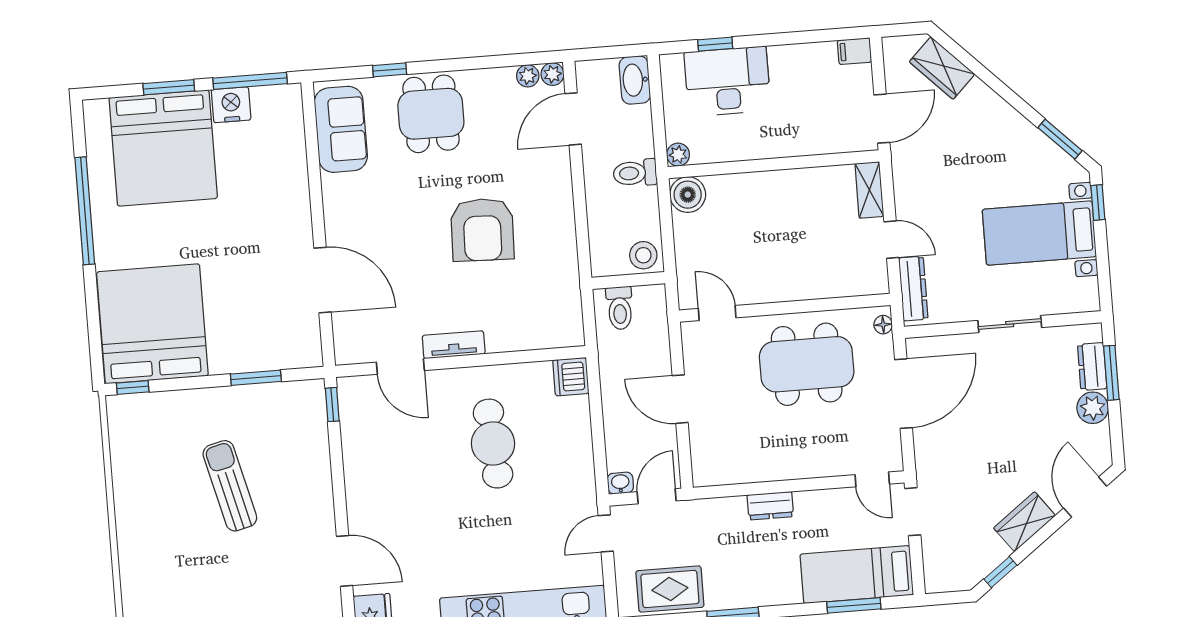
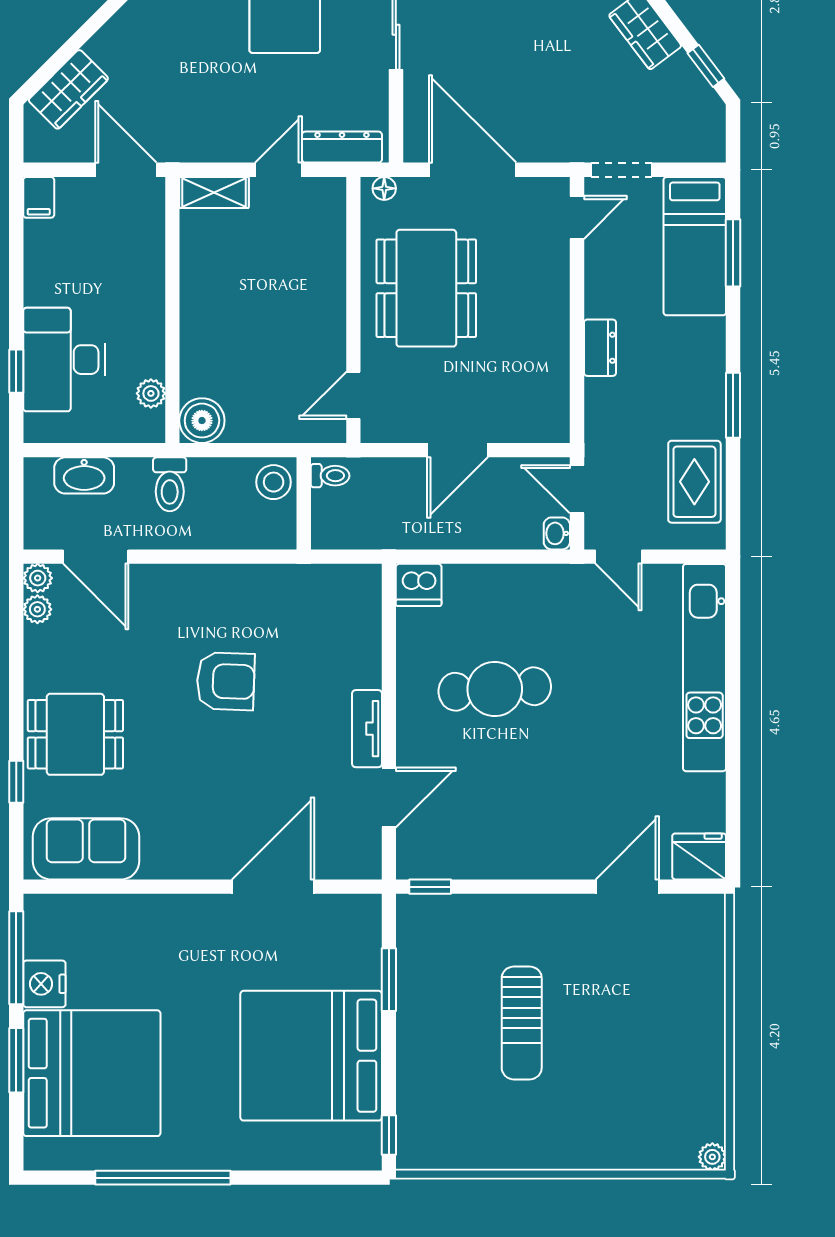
washbasin: (635, 80) -> (84, 475), moved
plant: (678, 155) -> (151, 393), moved
armchair: (482, 230) -> (226, 681), width x0.73, depth x0.73
toilet: (620, 308) -> (330, 476), moved, width x0.73, depth x0.72
bed: (152, 324) -> (311, 1056), moved
sun lounger: (230, 486) -> (522, 1023), turned -76

